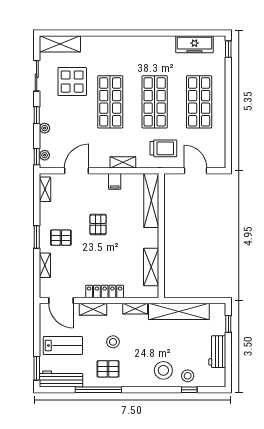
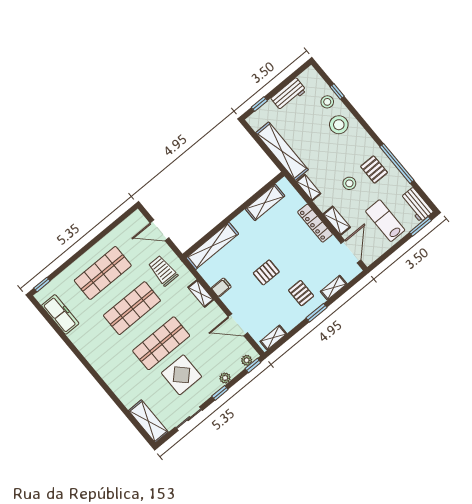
display table: (72, 82) -> (181, 375), moved
door: (196, 171) -> (160, 230), hinge flipped
workbench: (61, 379) -> (417, 205), width x0.73

